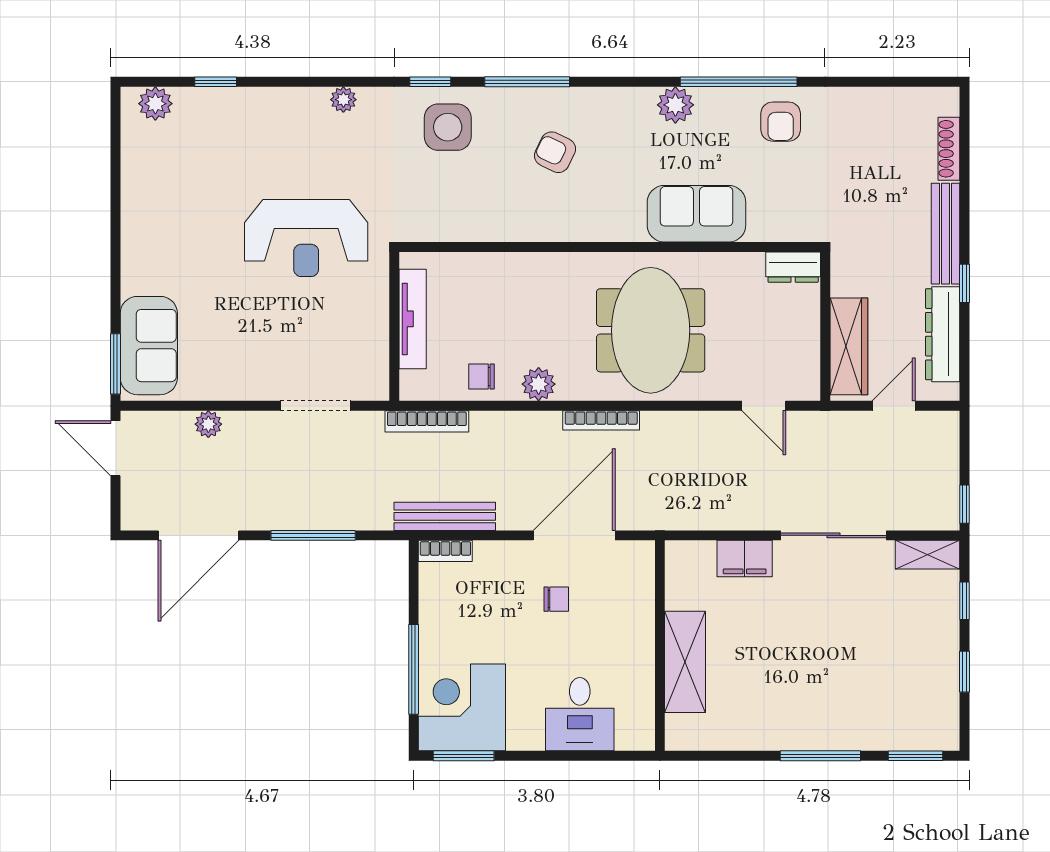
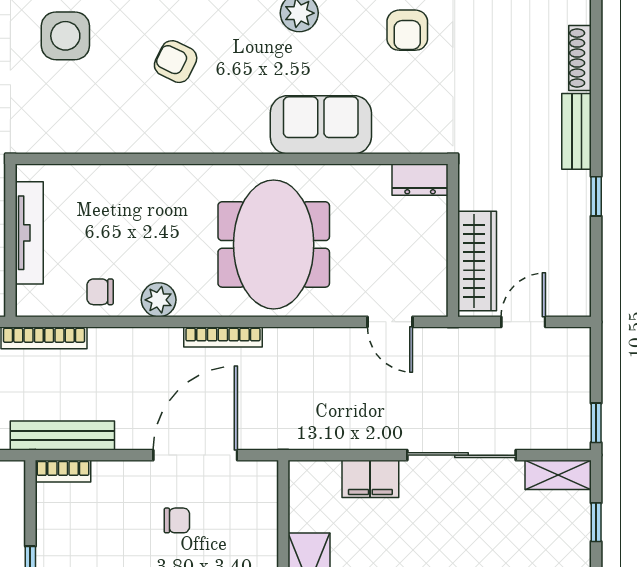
bench: (945, 234) -> (577, 131), width x0.73
dresser: (943, 334) -> (574, 248), removed

